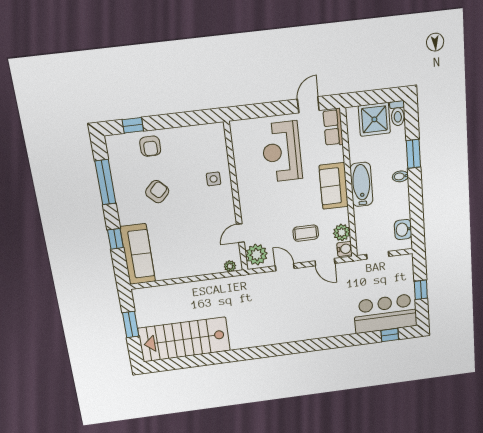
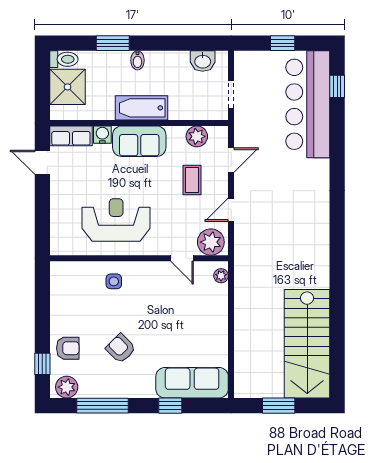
plant: (116, 149) -> (67, 387), added
reception desk: (282, 152) -> (116, 220), moved, turned 180
water cooler: (345, 249) -> (102, 135), moved
bar counter: (385, 314) -> (308, 104), width x1.36

